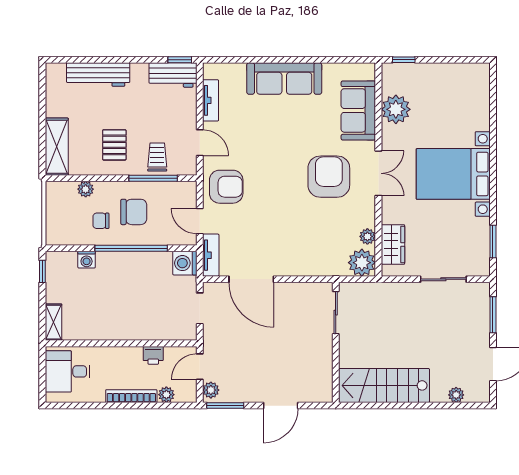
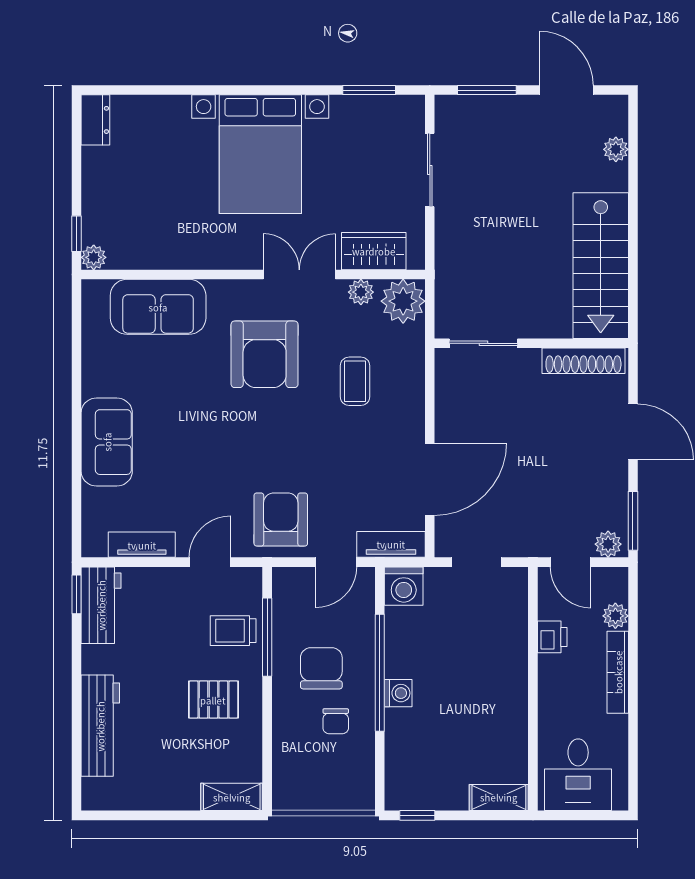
dresser: (474, 71) -> (95, 120), added
sofa: (284, 79) -> (107, 442), width x0.73
plant: (396, 109) -> (94, 257), moved, width x0.53, depth x0.53
shelving: (57, 147) -> (232, 797), width x0.67, depth x0.75
double door: (378, 173) -> (299, 275), moved
armchair: (329, 177) -> (265, 354), turned -90
plant: (86, 189) -> (285, 746), removed
coffee table: (312, 233) -> (355, 381), added
washing machine: (87, 260) -> (398, 693), moved
shoe rack: (325, 375) -> (583, 361), added

